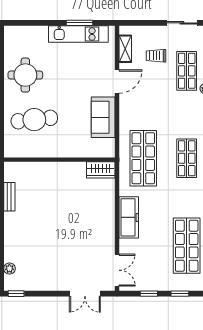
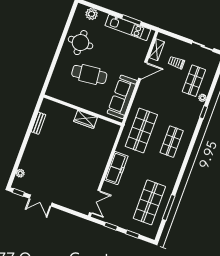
plant: (26, 34) -> (92, 14), added
sofa: (103, 117) -> (122, 97), width x1.36
cafe table: (34, 120) -> (89, 74), moved
wardrobe: (101, 170) -> (86, 119), moved
double door: (85, 294) -> (41, 201), moved

